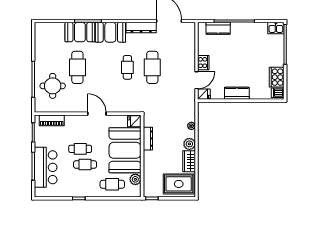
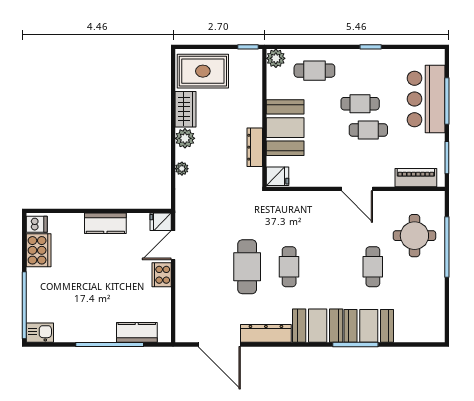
cafe table: (77, 67) -> (373, 267), width x0.73, depth x0.74
door: (97, 114) -> (357, 189), moved
booth: (125, 150) -> (285, 128), width x0.73, depth x0.70
plant: (135, 179) -> (276, 58), moved

